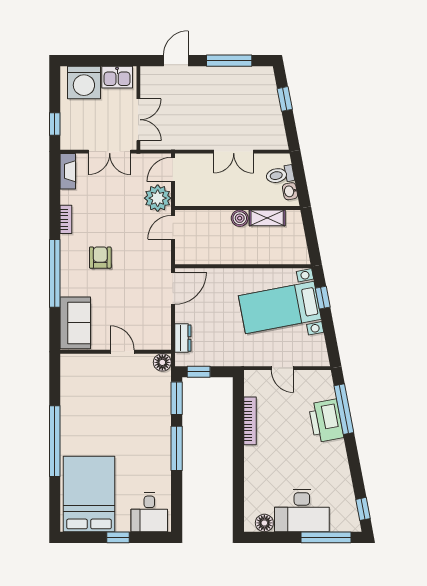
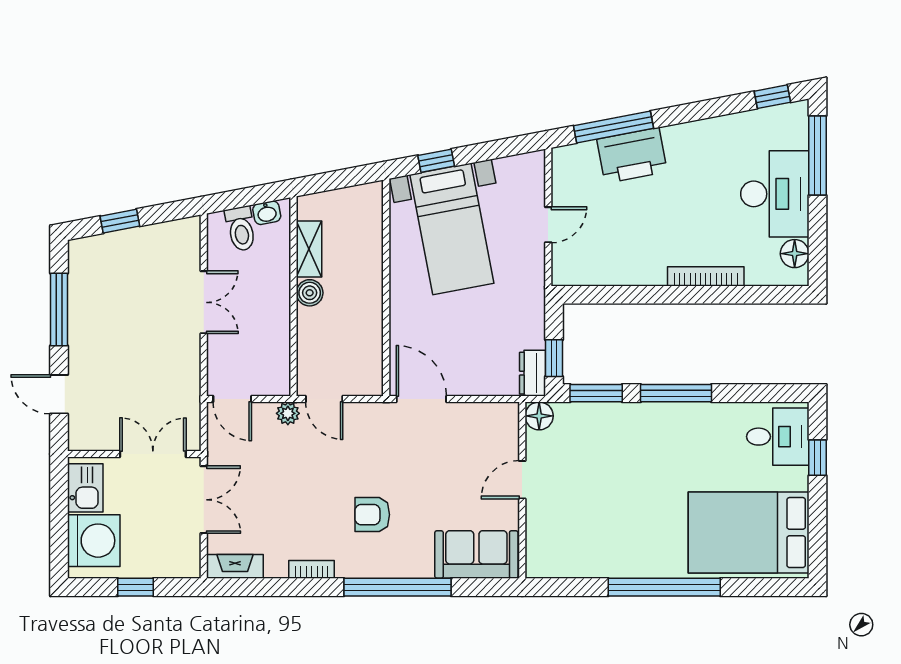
window: (55, 124) -> (136, 587), moved
plant: (158, 198) -> (288, 413), width x0.53, depth x0.53
dresser: (183, 338) -> (532, 373), moved, turned -90
bookcase: (250, 421) -> (706, 276), moved
window: (118, 537) -> (817, 458), moved

